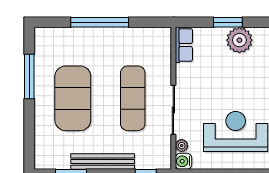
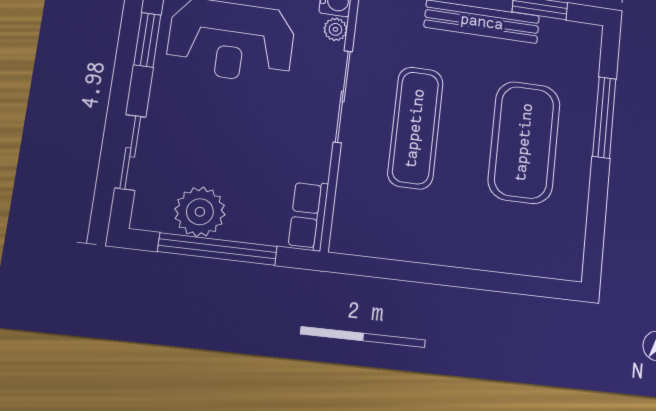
window: (100, 22) -> (462, 278), removed
window: (228, 22) -> (218, 249), width x2.11
window: (29, 77) -> (604, 118), moved

